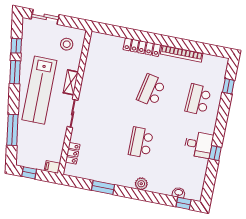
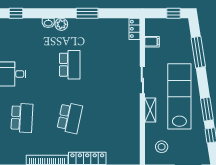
locker: (73, 153) -> (135, 29), moved
filing cabinet: (52, 167) -> (152, 42), moved
window: (103, 187) -> (87, 13), moved
washbasin: (179, 193) -> (48, 23), moved

